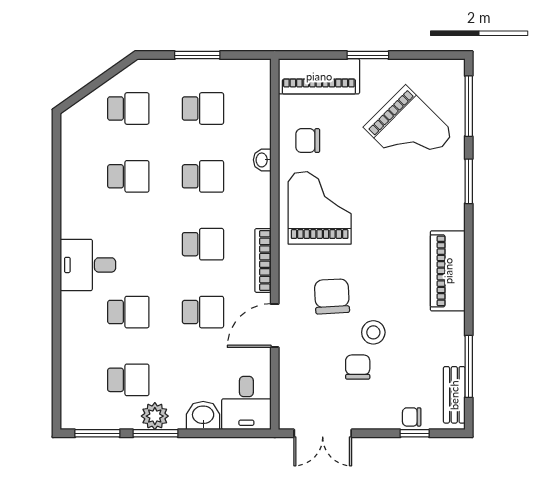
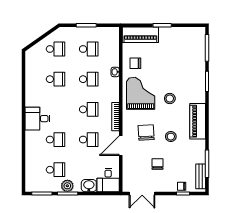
grand piano: (409, 130) -> (180, 59), removed
stool: (385, 220) -> (170, 98), added
stool: (373, 332) -> (171, 137), moved

